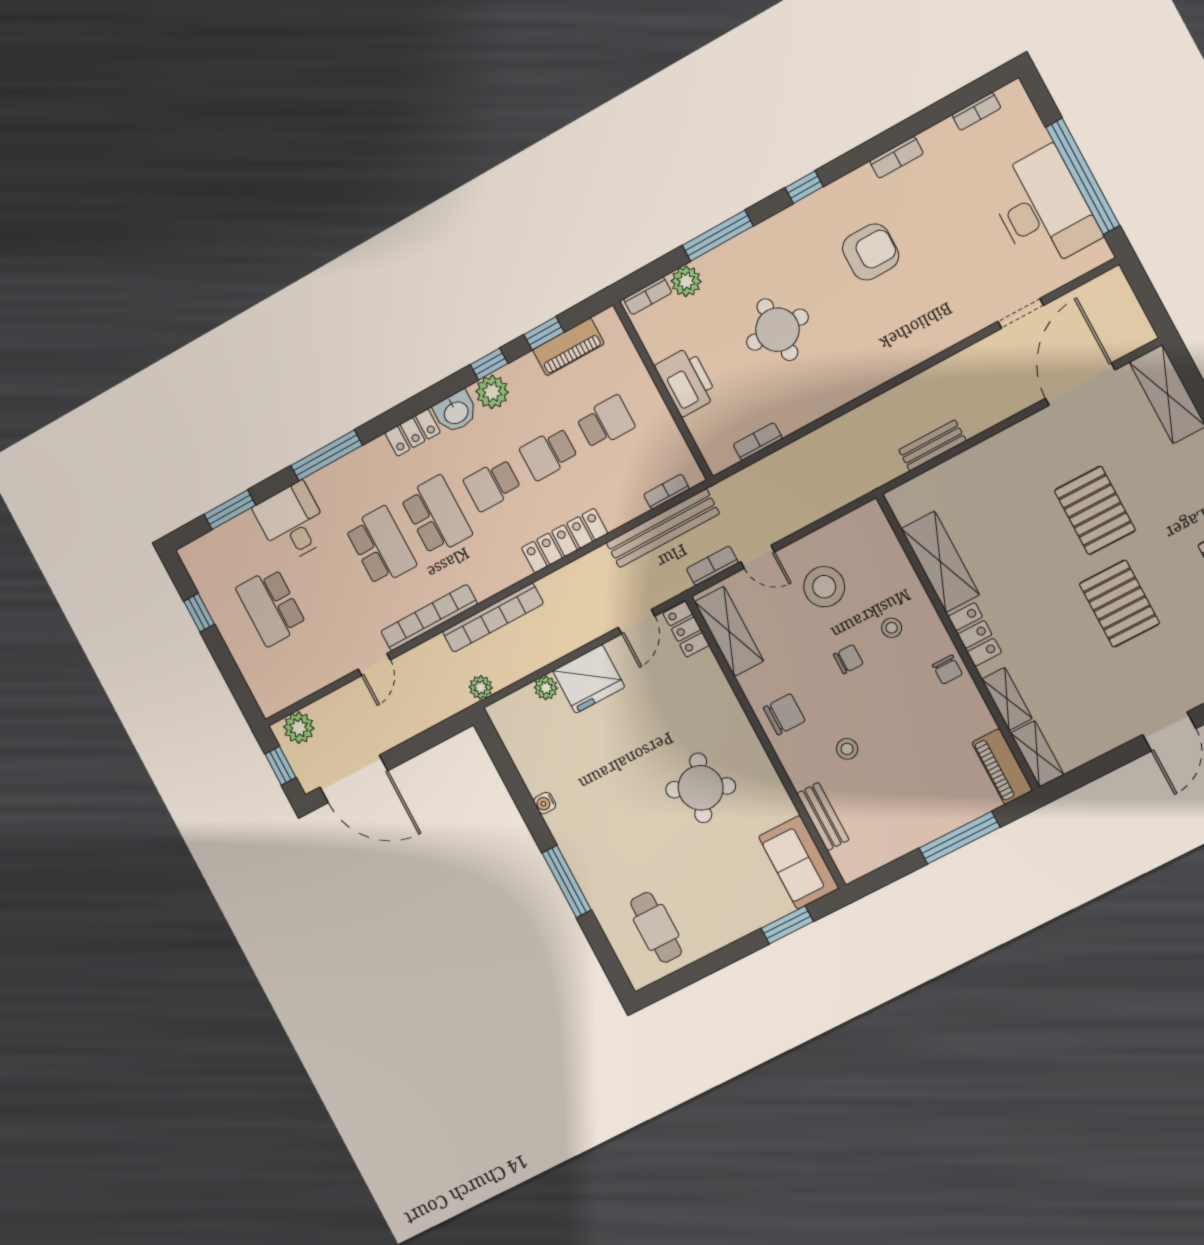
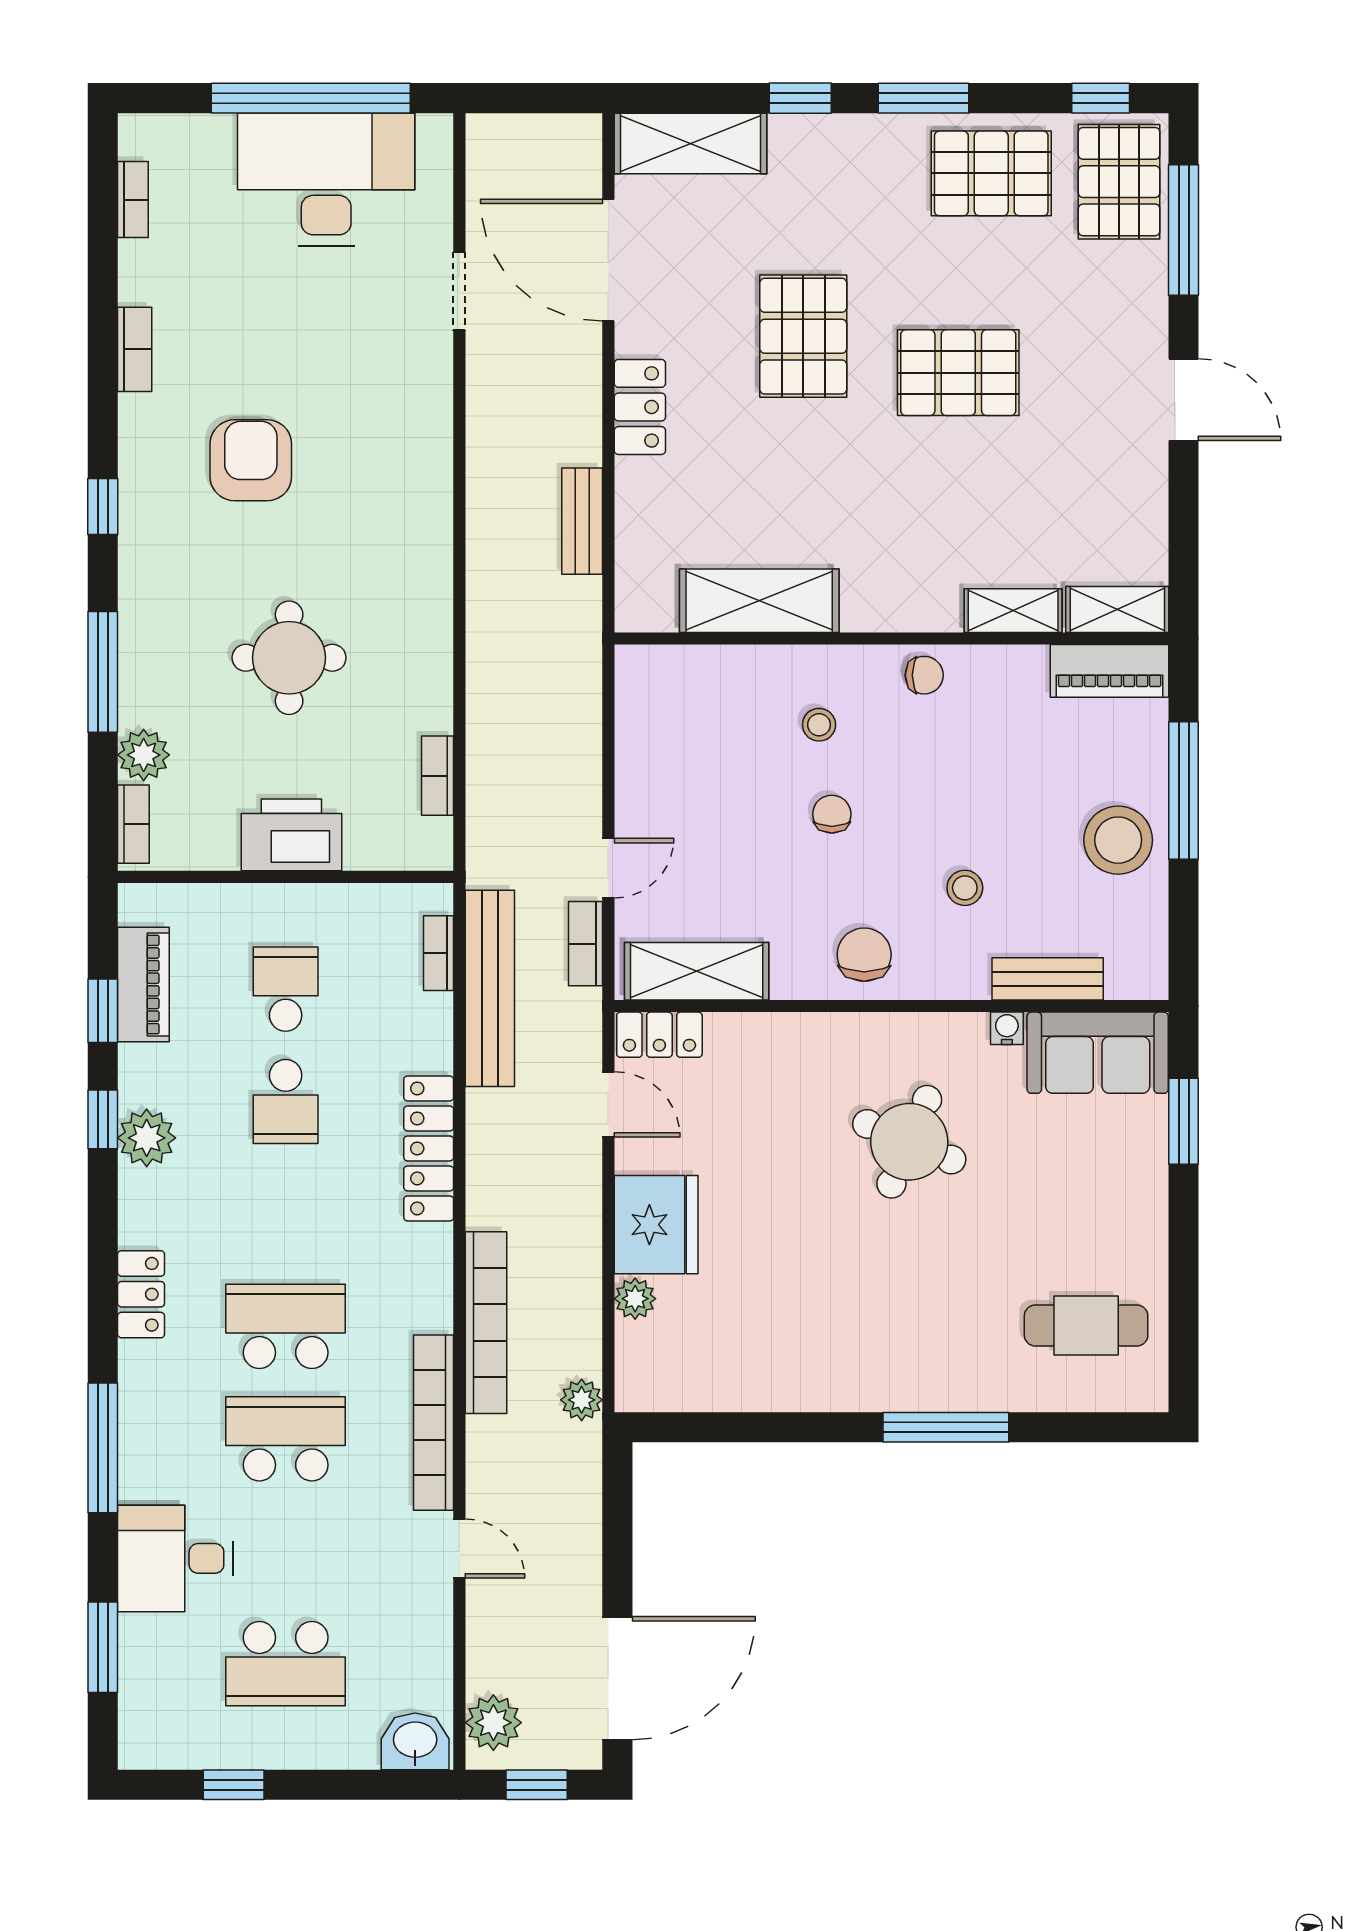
washbasin: (456, 412) -> (415, 1741), moved, turned -90
school desk: (492, 485) -> (286, 1214), removed
pallet: (1095, 510) -> (803, 336), turned 90
stool: (824, 587) -> (1118, 840), moved
locker: (975, 634) -> (640, 407), moved, turned 90
water cooler: (545, 803) -> (1007, 1028), moved, turned 180

